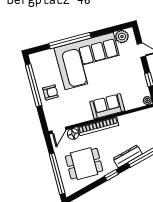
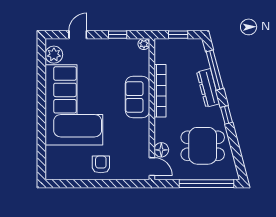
window: (70, 41) -> (41, 122), removed
window: (34, 85) -> (86, 184), removed
bookcase: (98, 126) -> (160, 91), moved
dining table: (84, 164) -> (203, 146), turned 90

